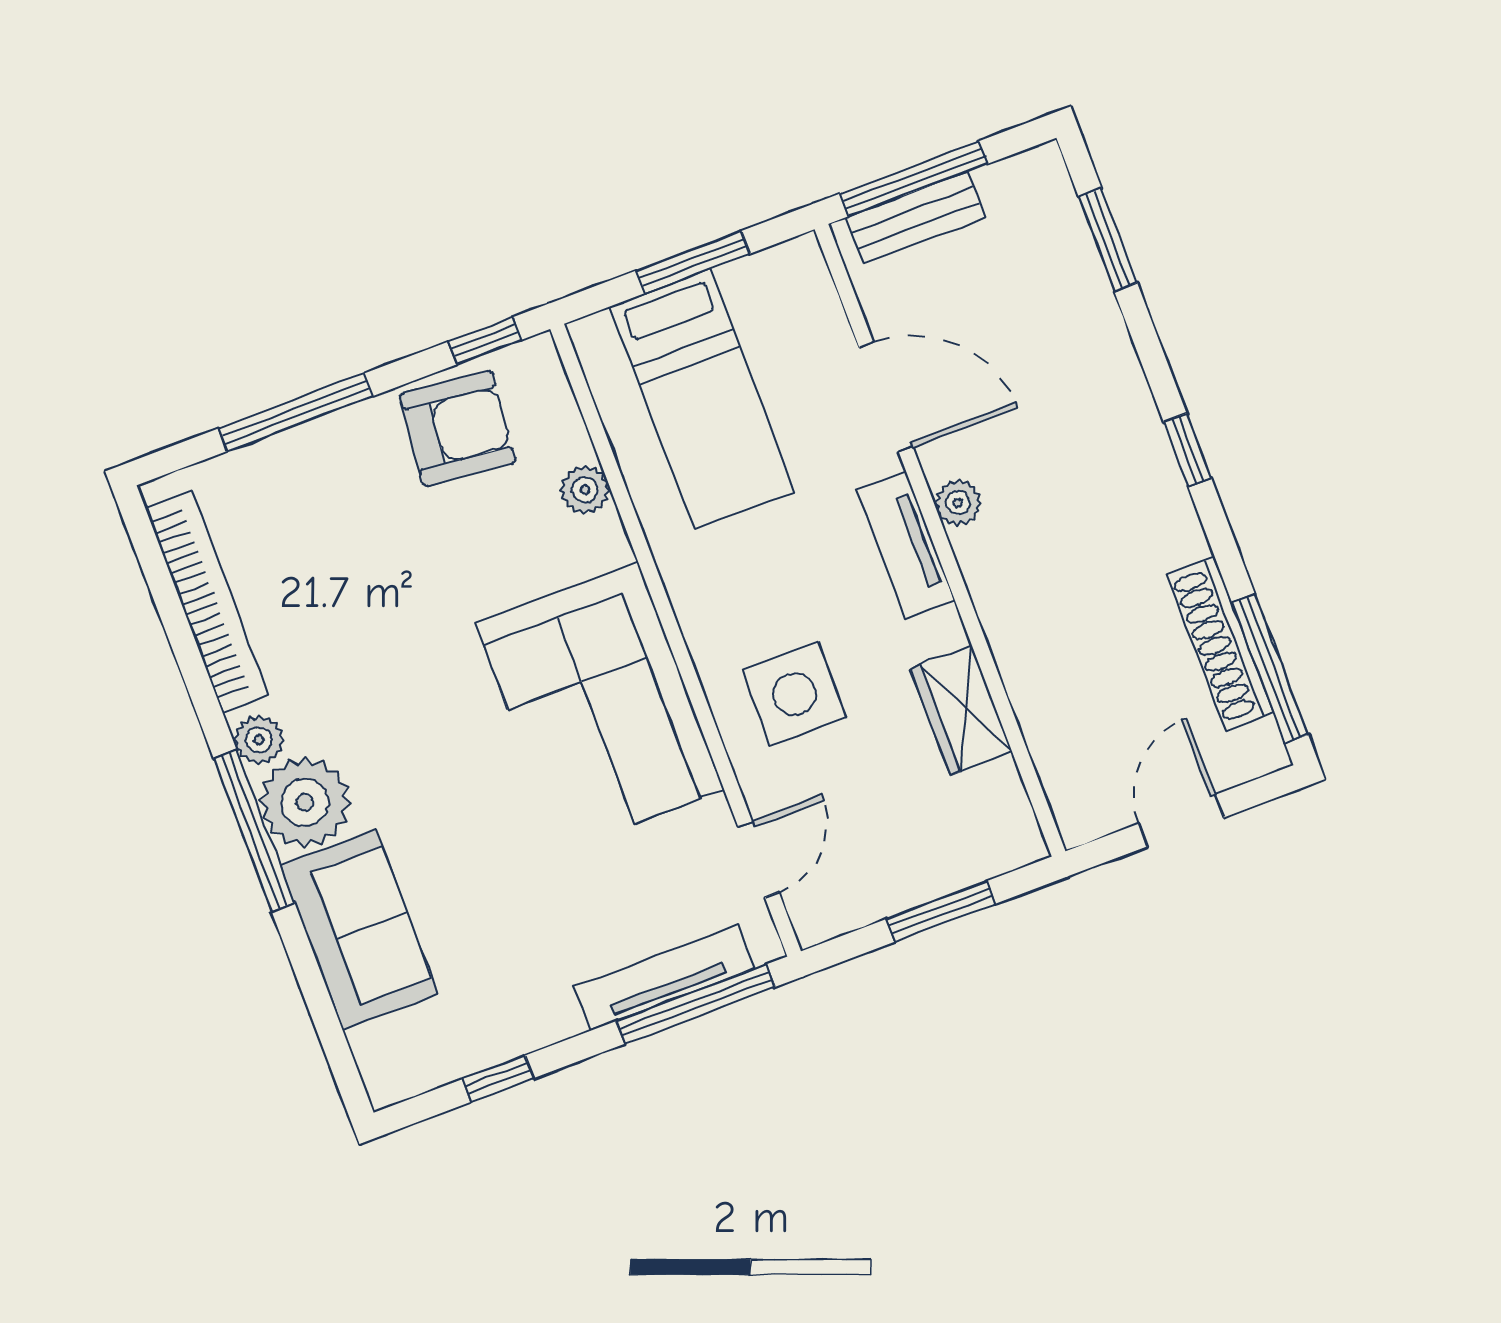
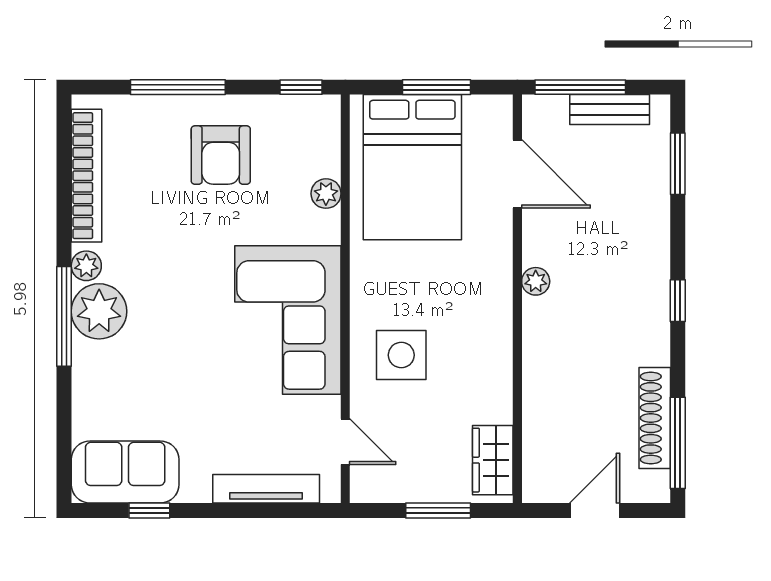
bench: (916, 217) -> (610, 110), moved
door: (886, 397) -> (517, 174), moved
bed: (702, 399) -> (412, 167), width x1.50
armchair: (458, 428) -> (221, 155), moved, turned 84
tv unit: (906, 545) -> (497, 294), removed
wardrobe: (961, 710) -> (493, 460), moved
door: (759, 859) -> (345, 442), hinge flipped
sofa: (359, 930) -> (125, 472), moved, turned -90
window: (696, 1004) -> (278, 510), removed

